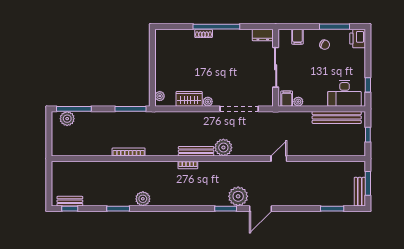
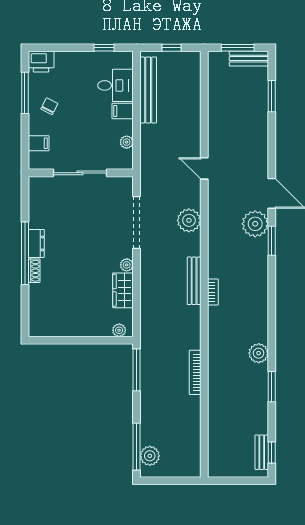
dresser: (263, 35) -> (36, 243), moved
desk: (345, 93) -> (115, 85), width x0.73
filing cabinet: (287, 99) -> (123, 111), moved
plant: (223, 148) -> (189, 220), moved

